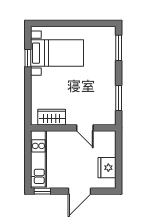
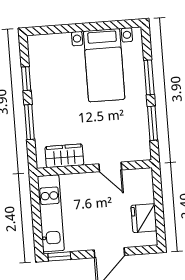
window: (119, 48) -> (149, 77), moved
bed with nightstands: (57, 53) -> (104, 65), moved, turned 90
window: (28, 90) -> (29, 122), added

